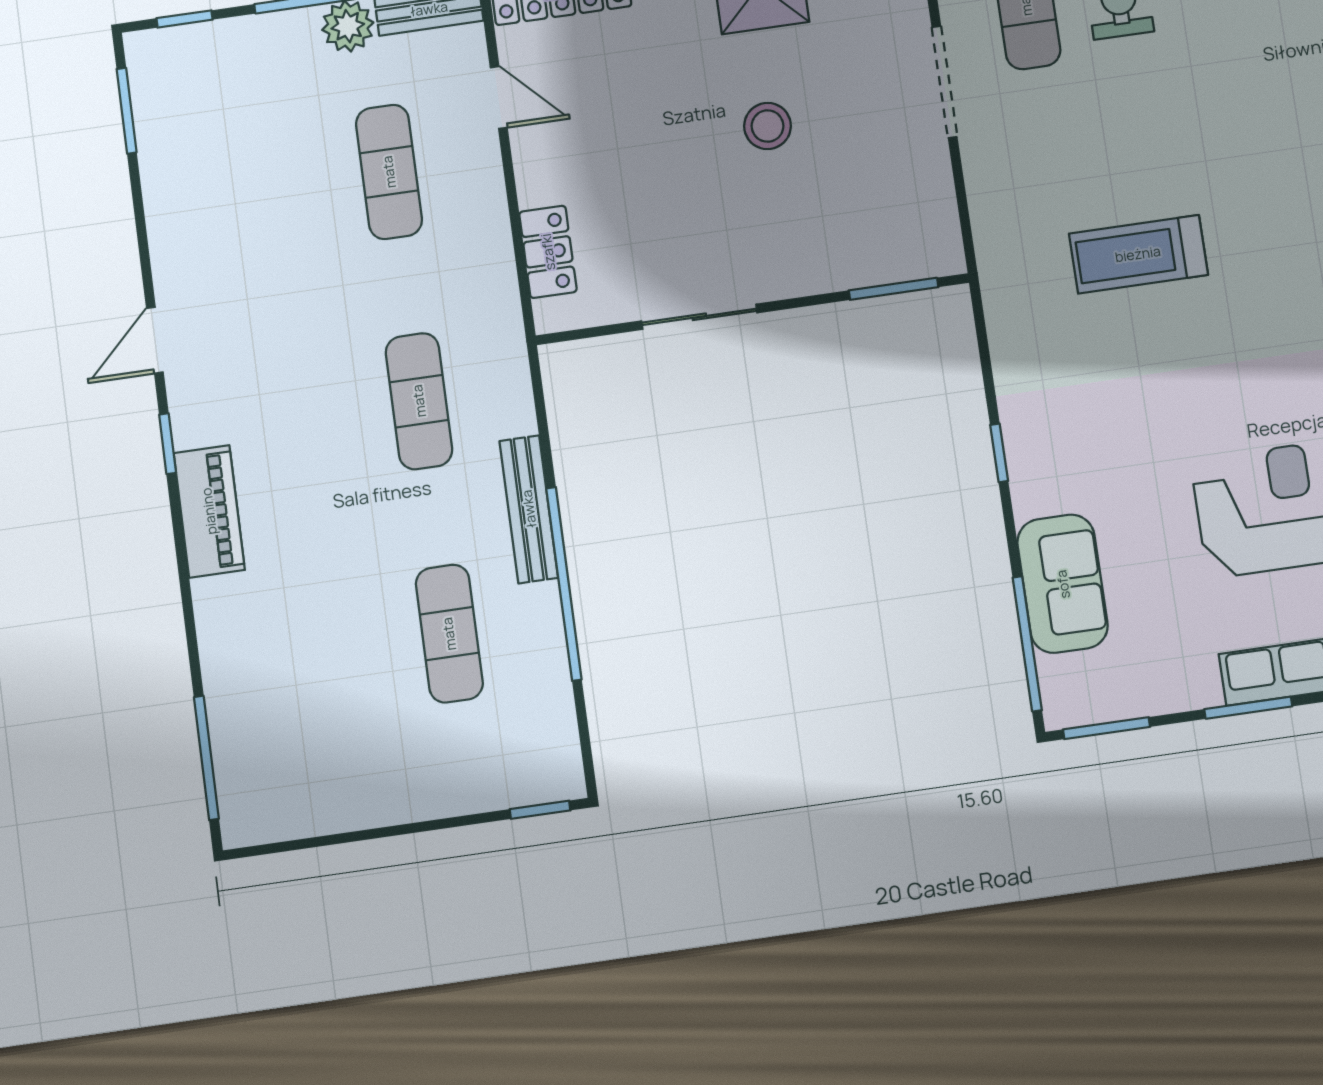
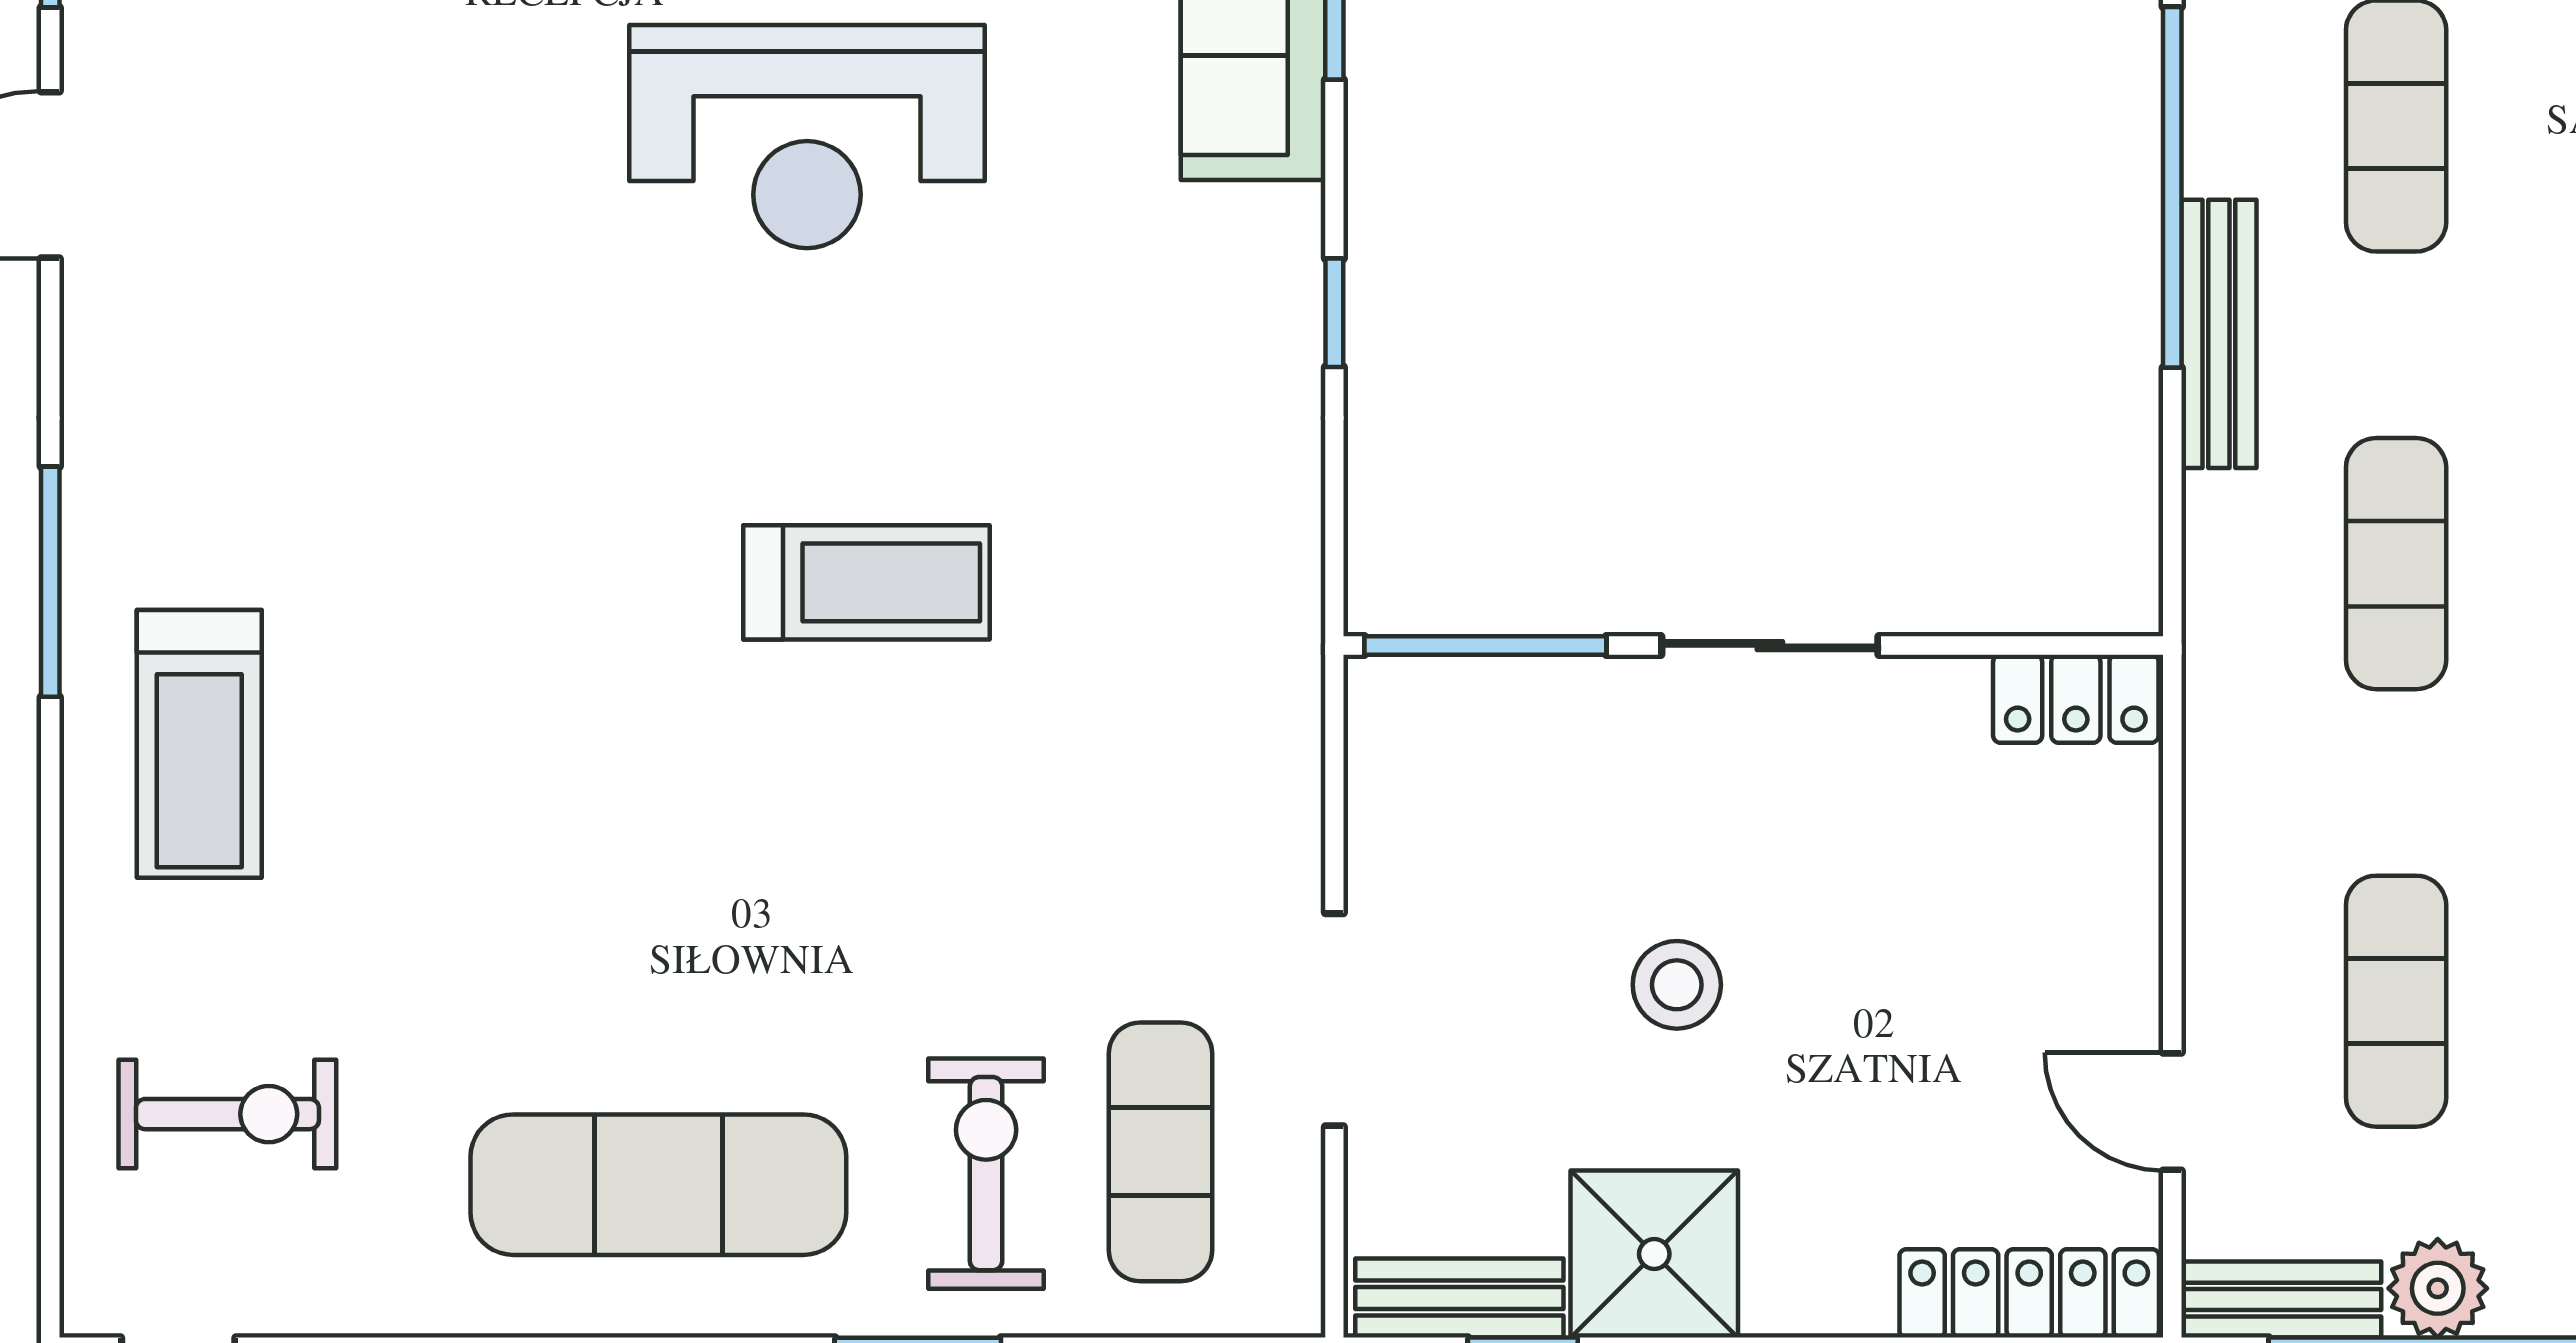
locker: (548, 252) -> (2076, 699), moved, turned -90
treadmill: (1138, 254) -> (867, 582), moved
window: (894, 289) -> (1485, 646), width x1.44
sliding door: (699, 317) -> (1770, 646), moved

